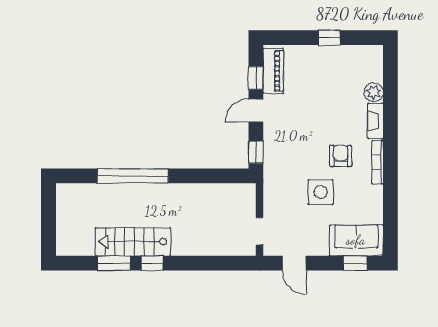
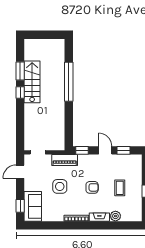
piano: (273, 71) -> (65, 160), moved
coffee table: (323, 84) -> (120, 188), added
armchair: (341, 156) -> (92, 187), moved

